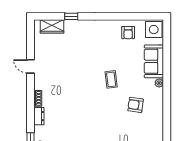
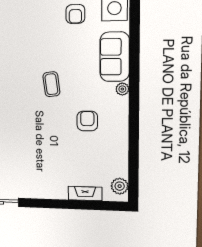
armchair: (136, 105) -> (87, 121), turned 82

